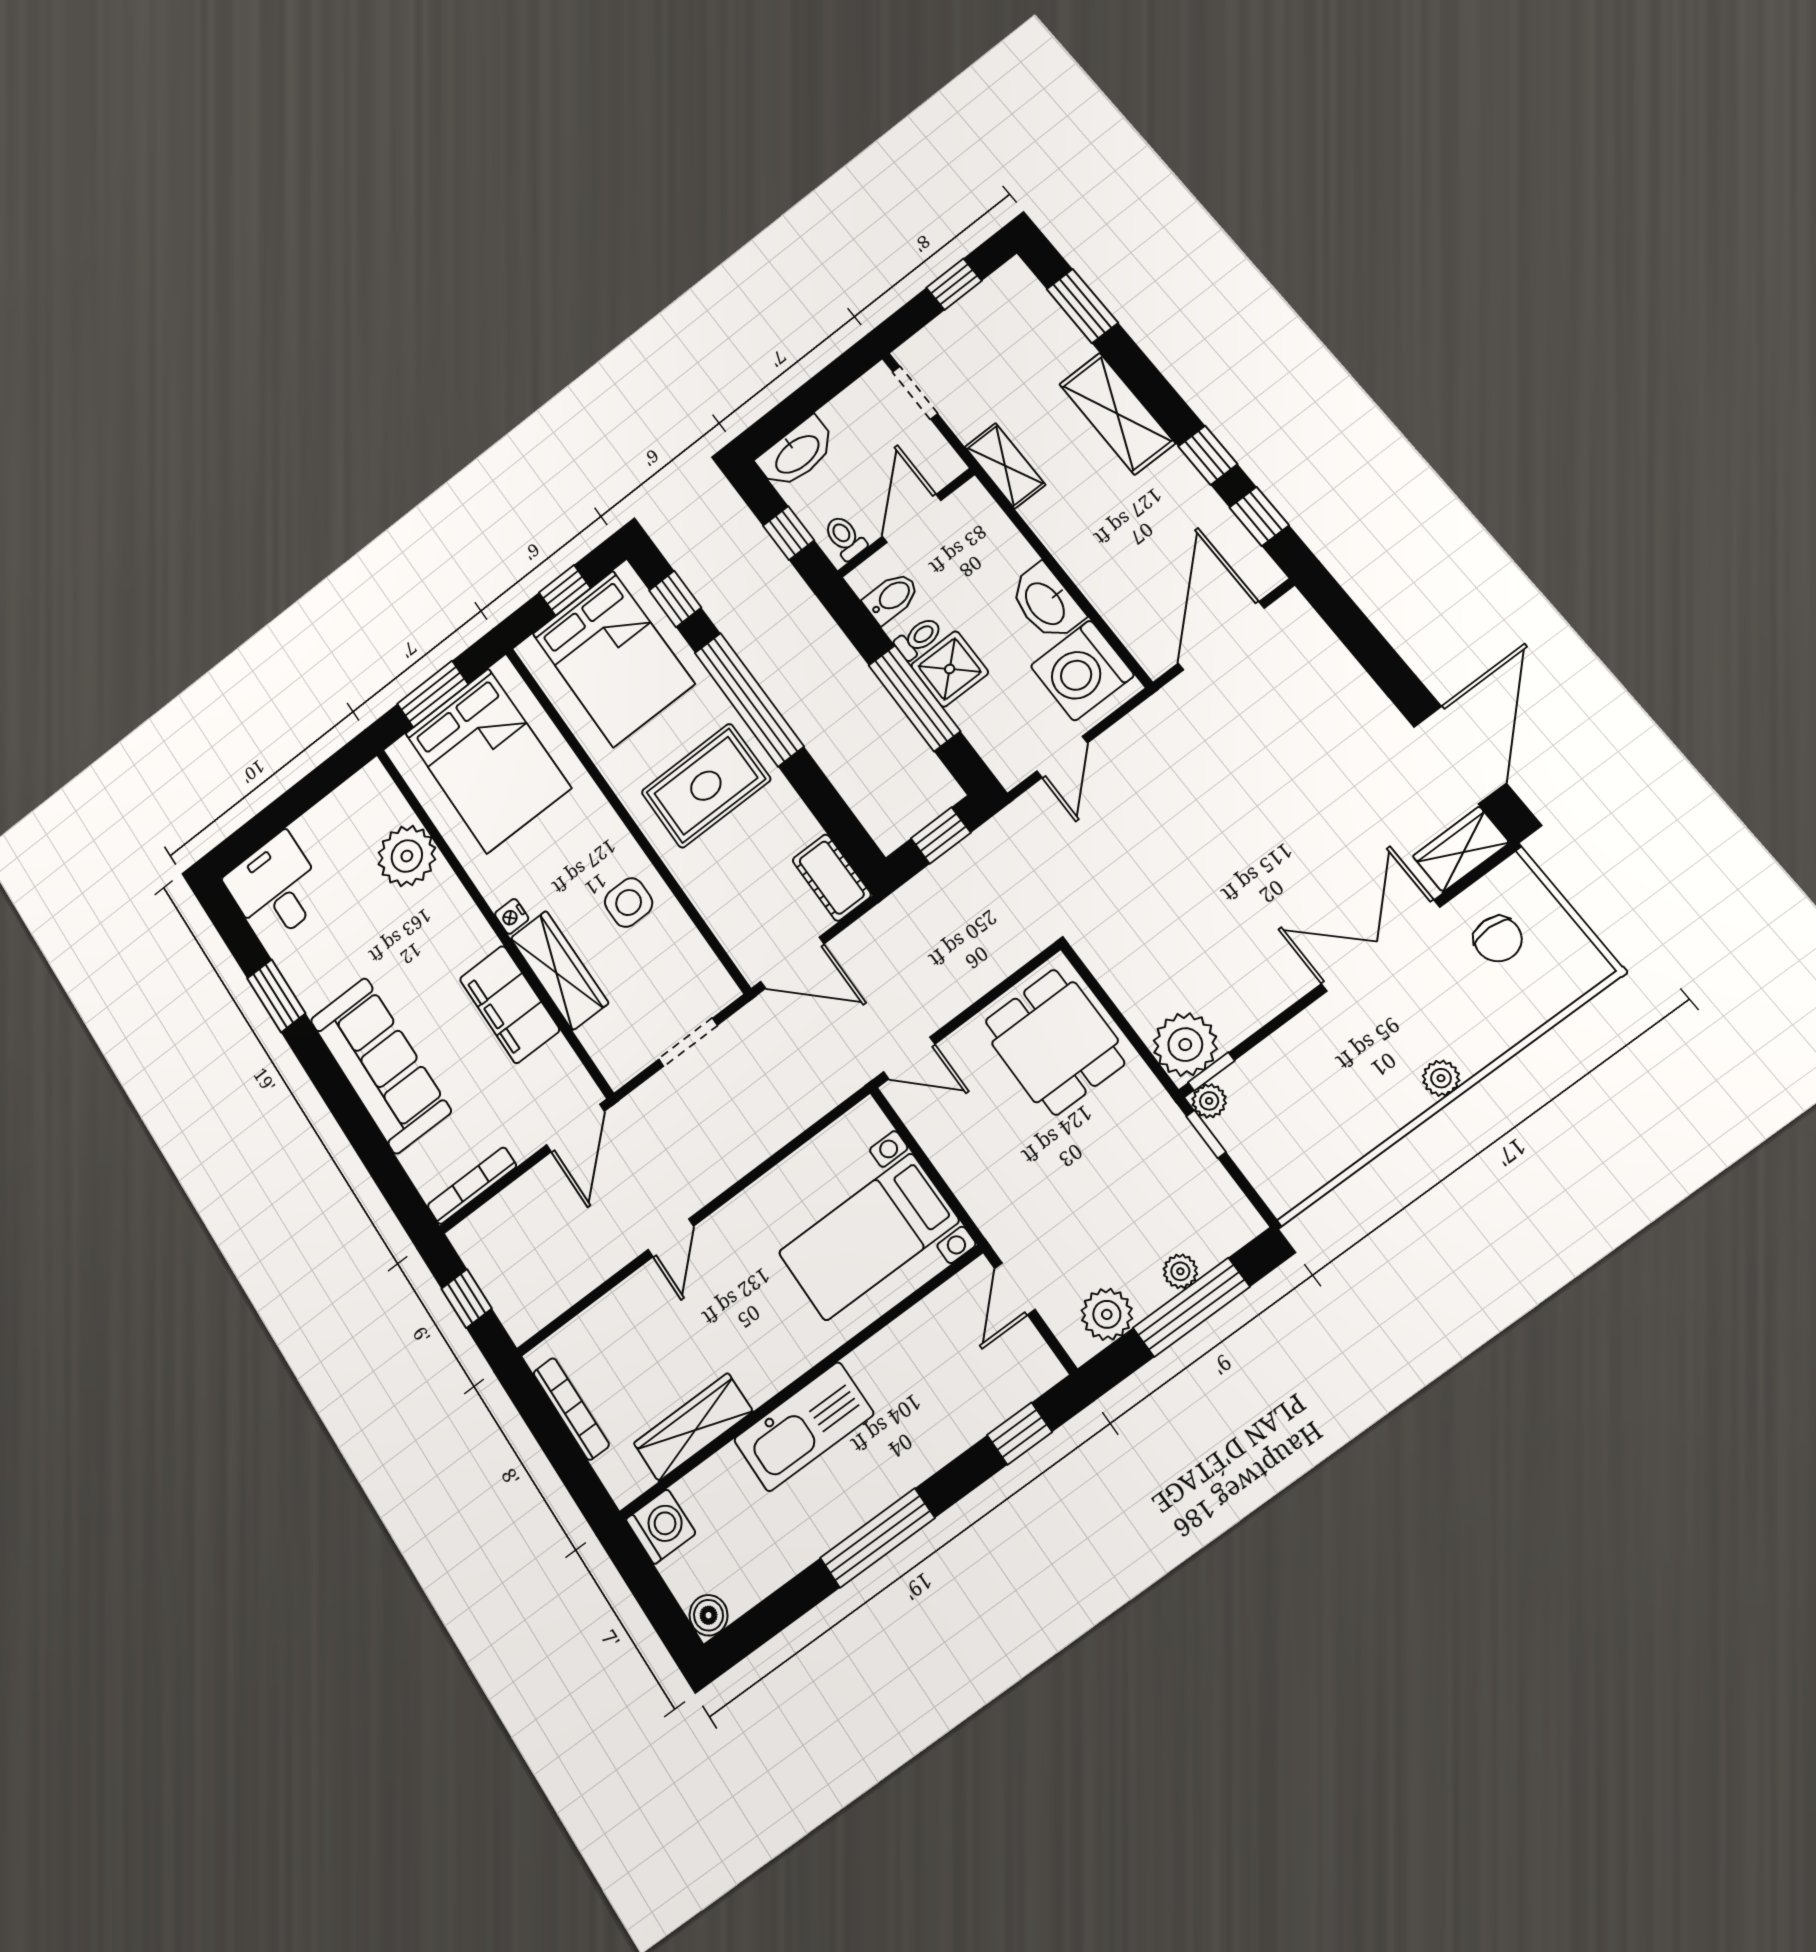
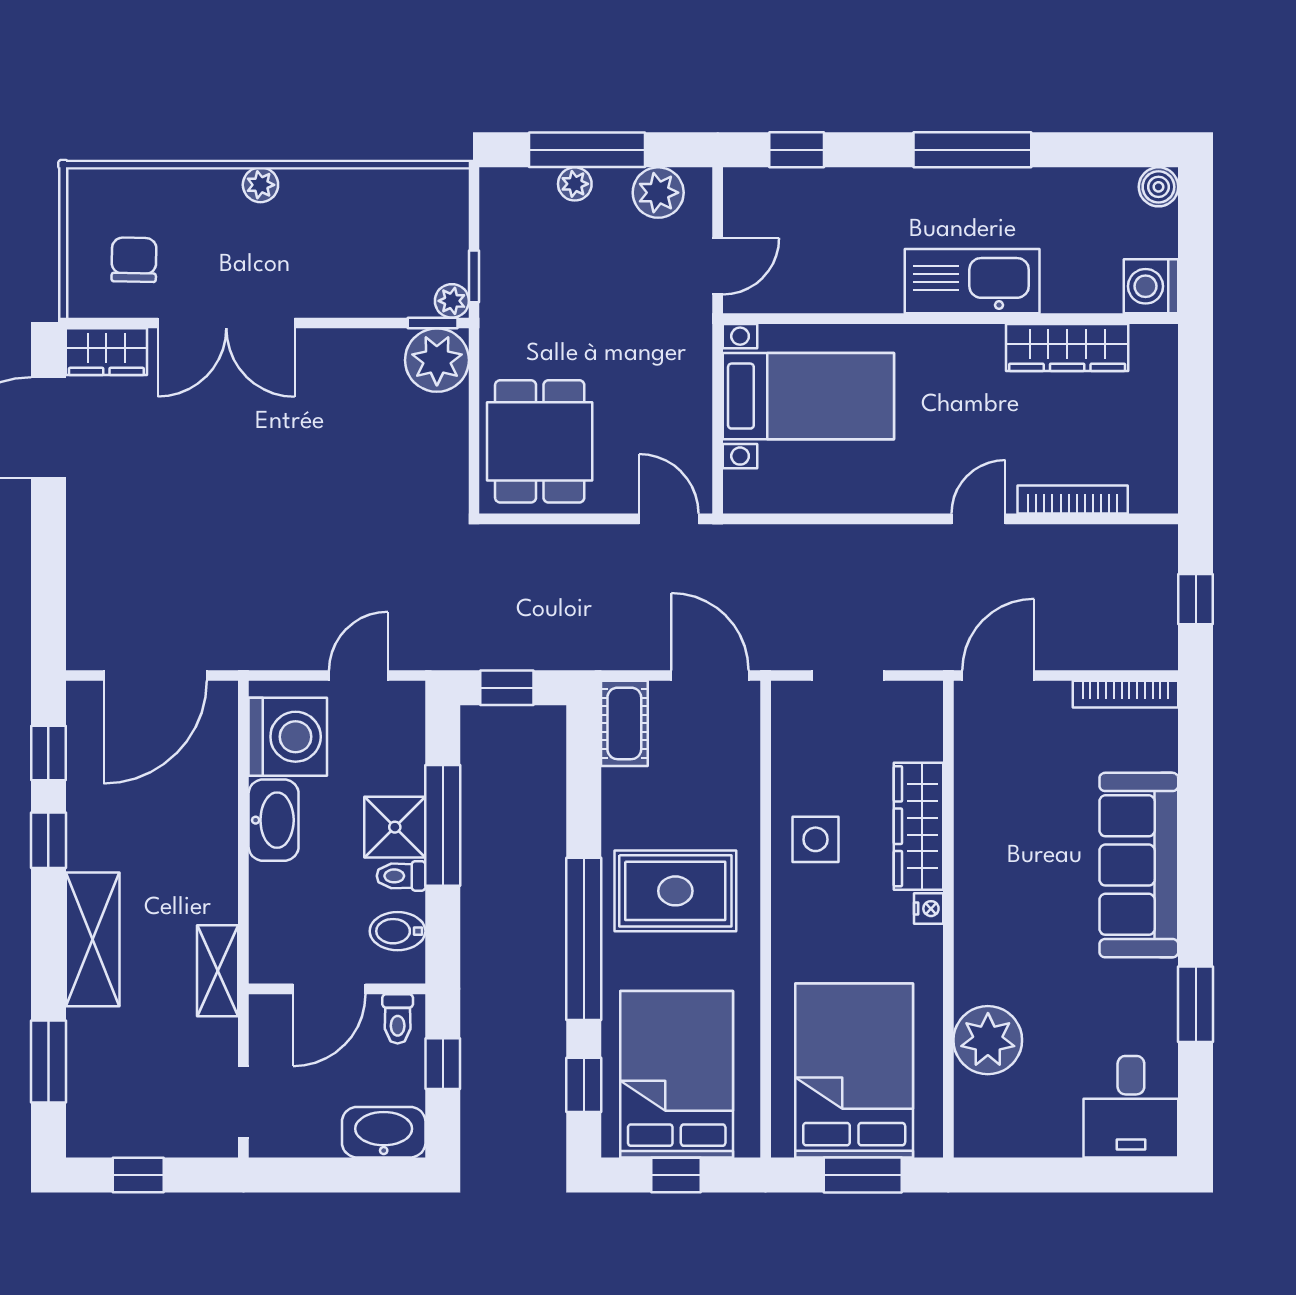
filing cabinet: (509, 1004) -> (984, 830), removed
bookcase: (571, 1409) -> (1073, 500), moved, turned 90

